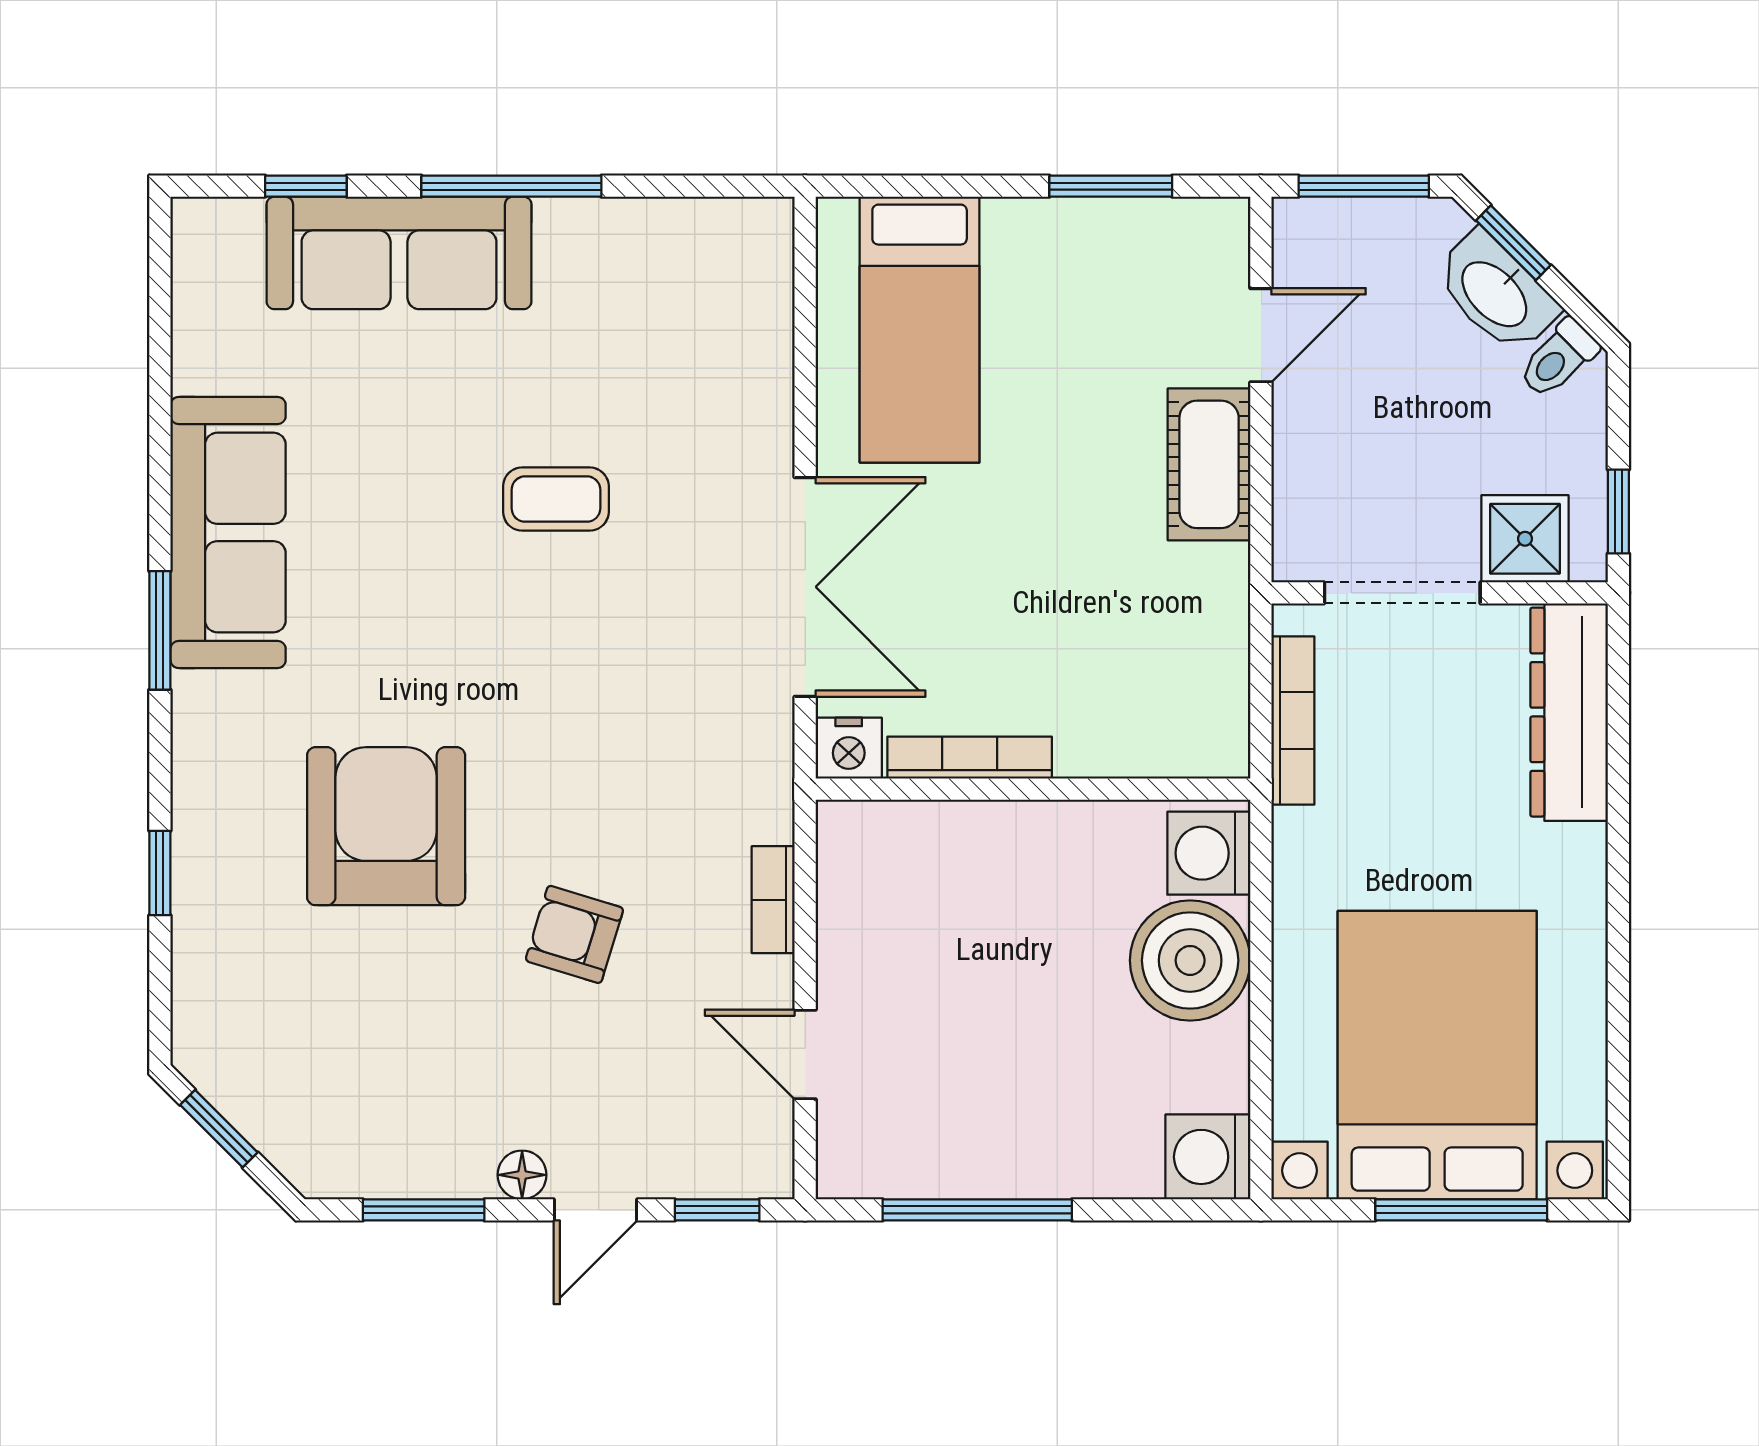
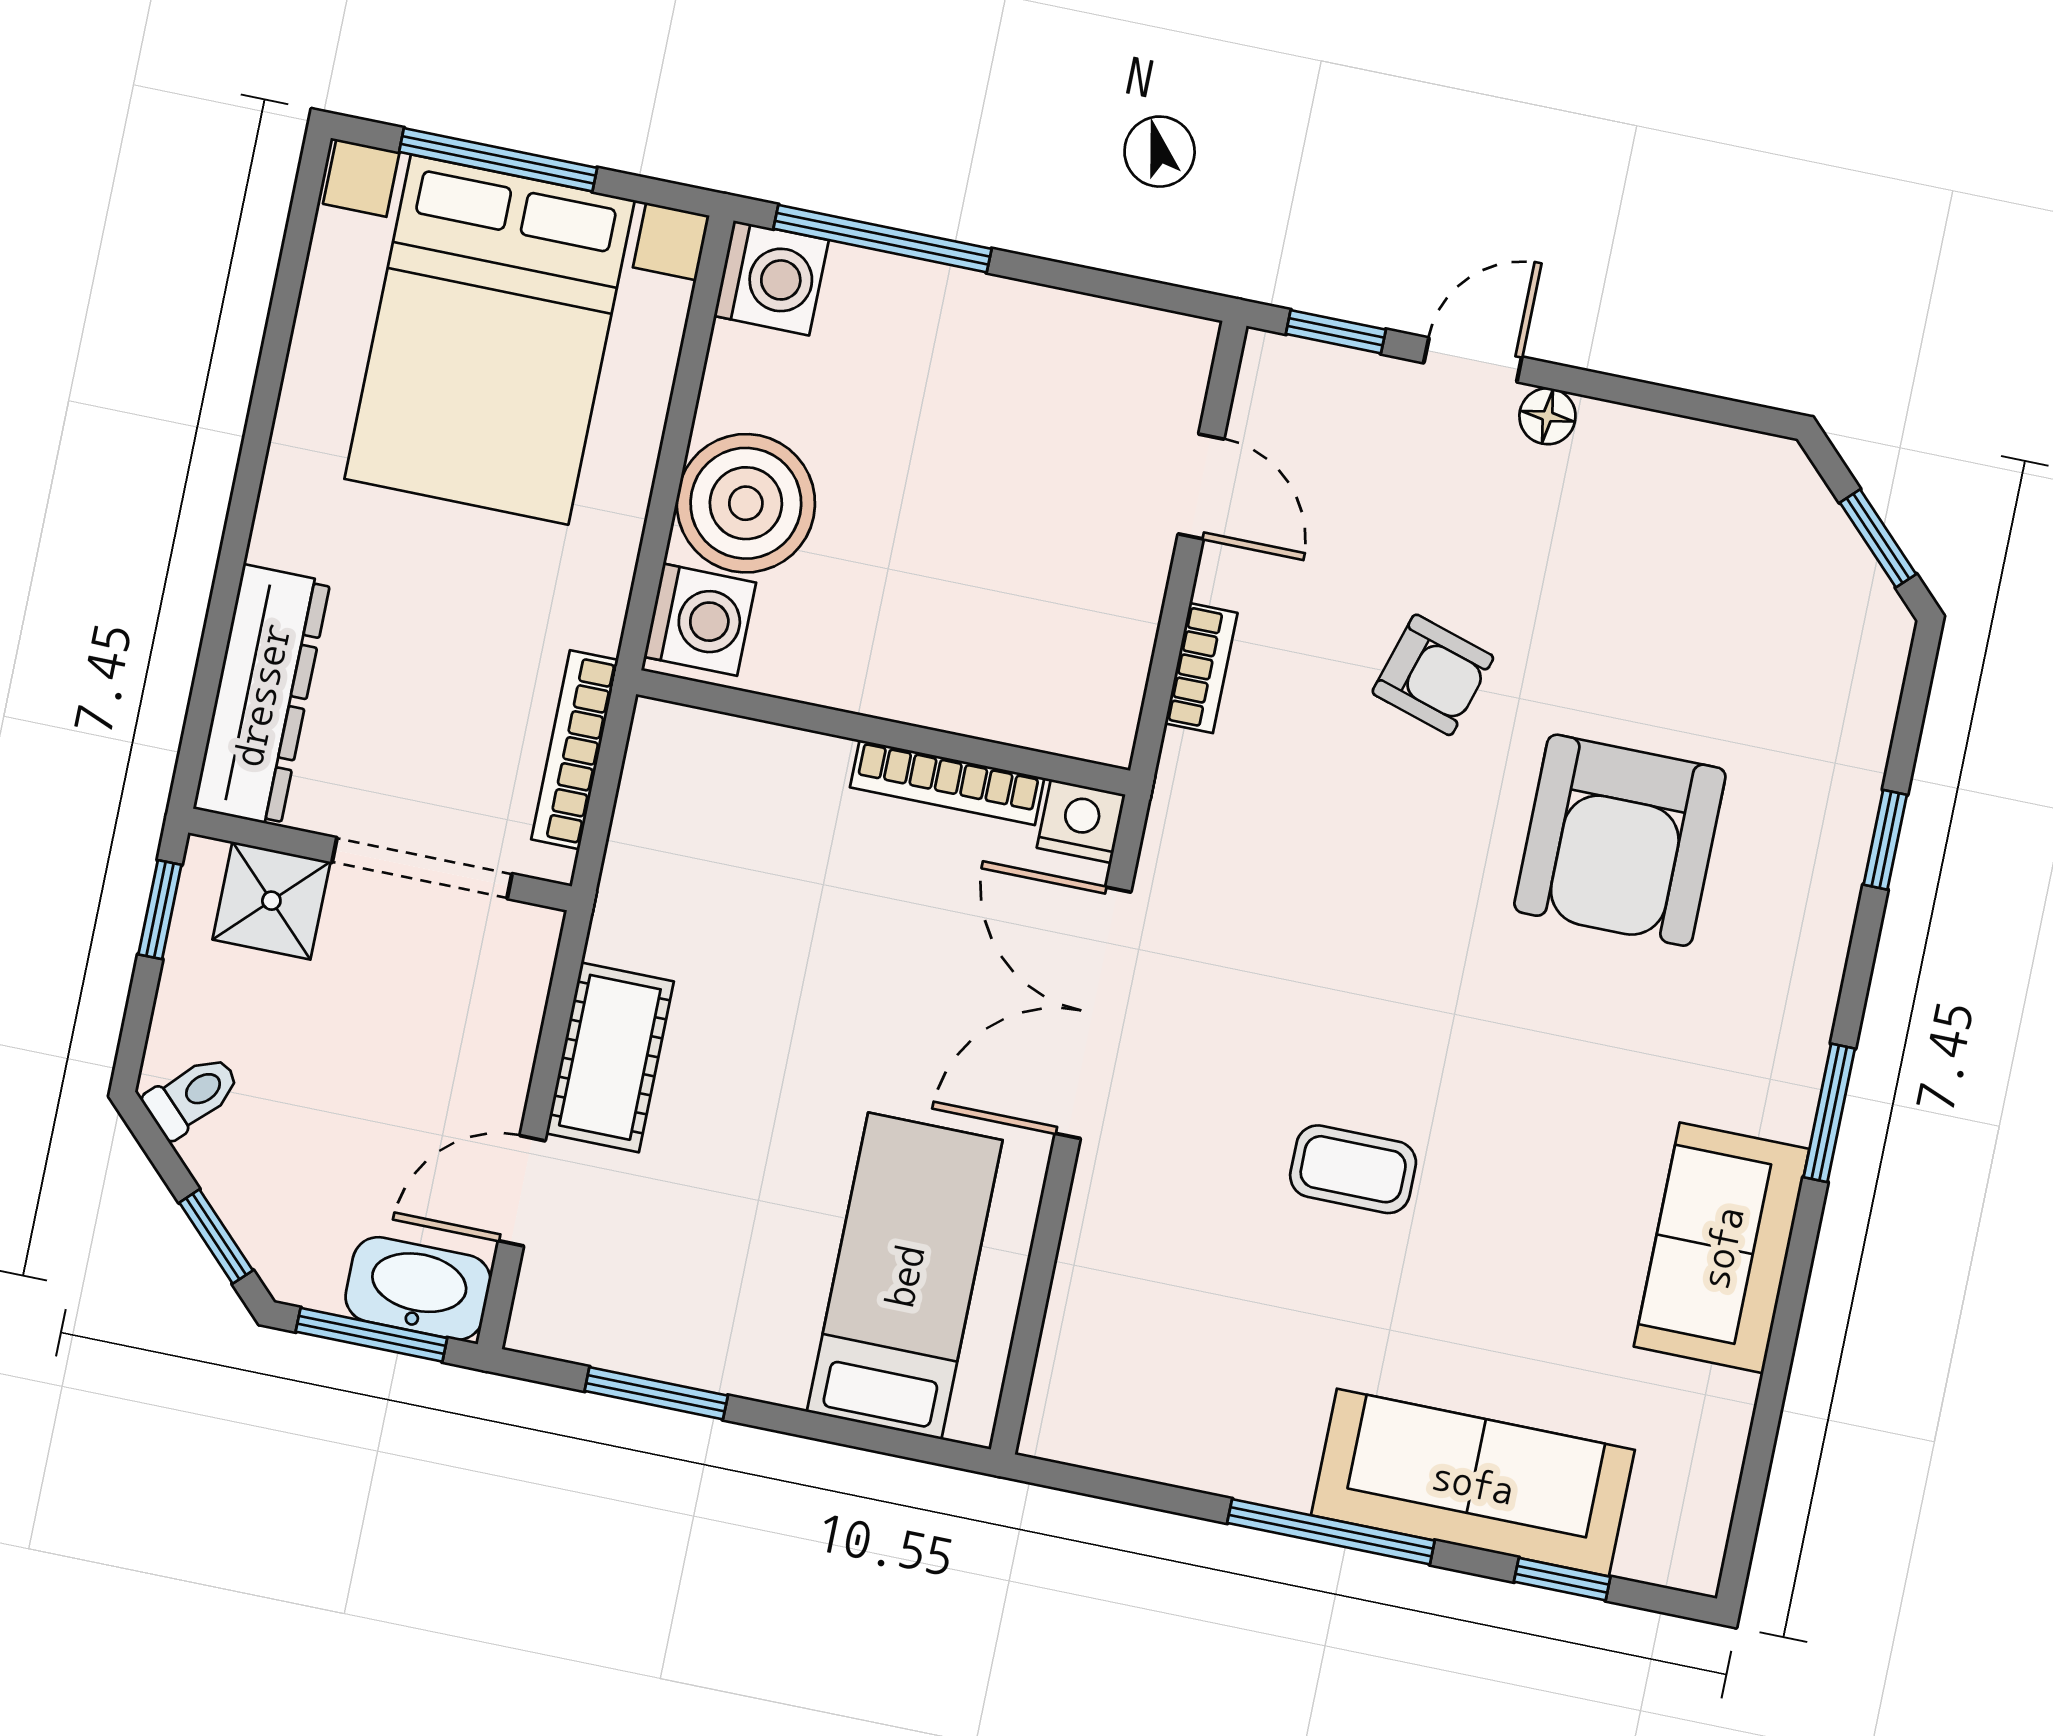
washbasin: (1496, 293) -> (418, 1288), moved, turned -45
sofa: (228, 532) -> (1722, 1248), width x0.73
window: (424, 1210) -> (1666, 400), removed
window: (977, 1210) -> (882, 239), moved

